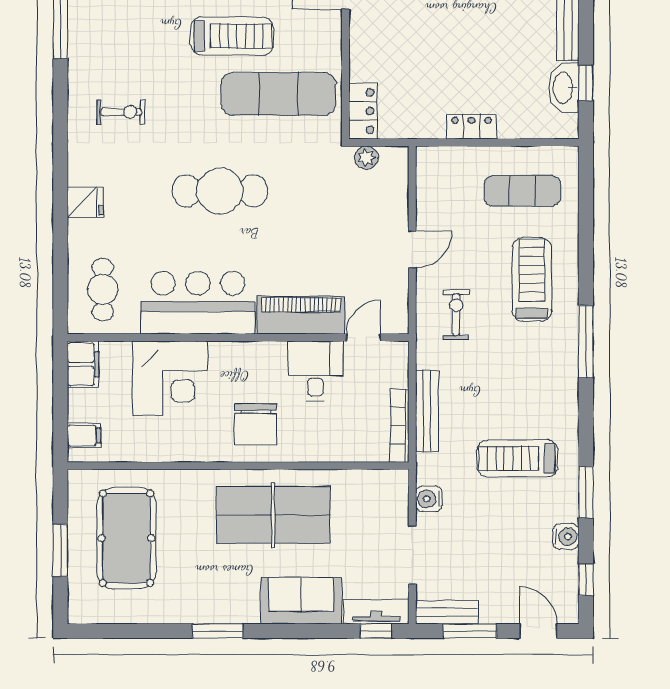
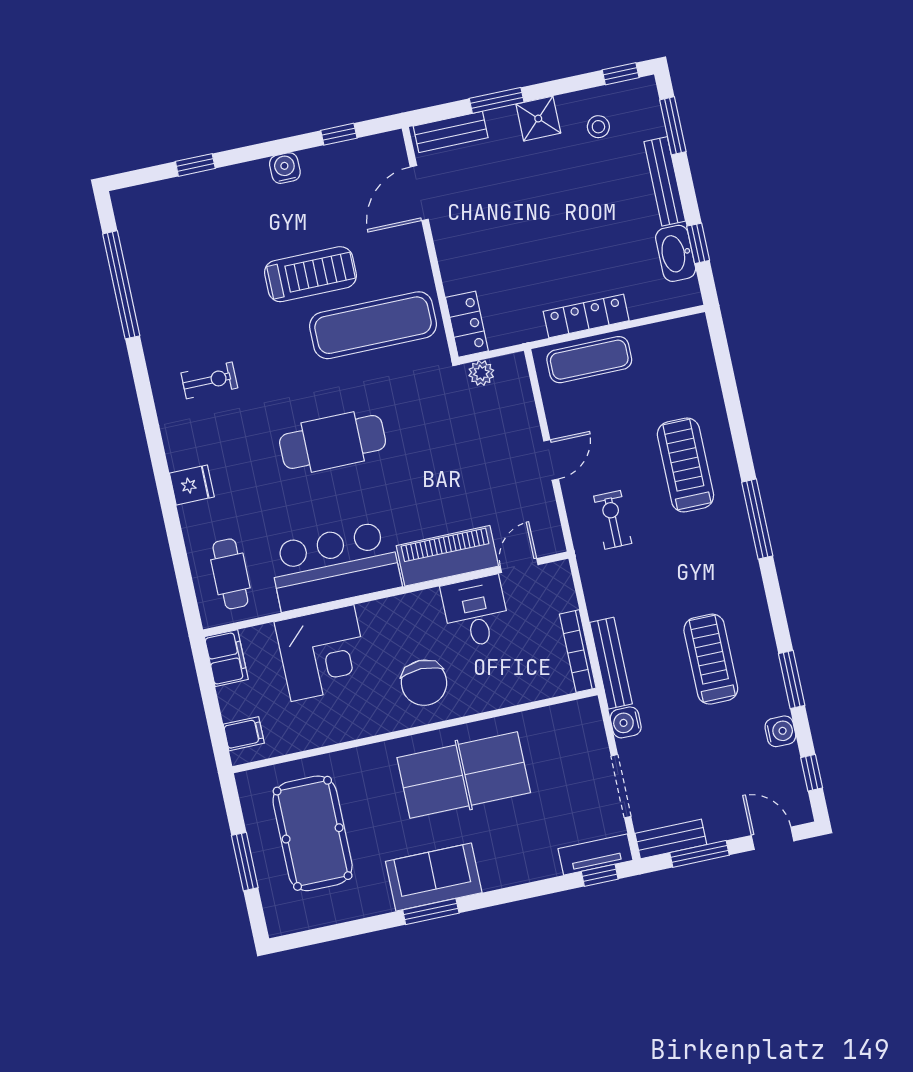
locker: (471, 127) -> (586, 316), width x1.53
exercise mat: (522, 191) -> (589, 360), moved
bench: (427, 411) -> (611, 663), moved
treadmill: (517, 458) -> (711, 659), turned 90
sofa: (301, 601) -> (434, 877), moved

